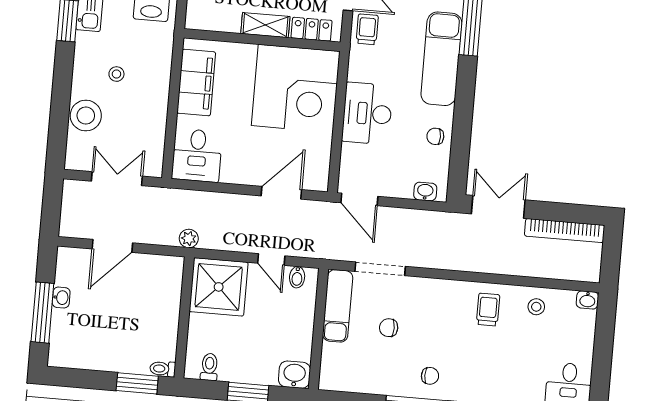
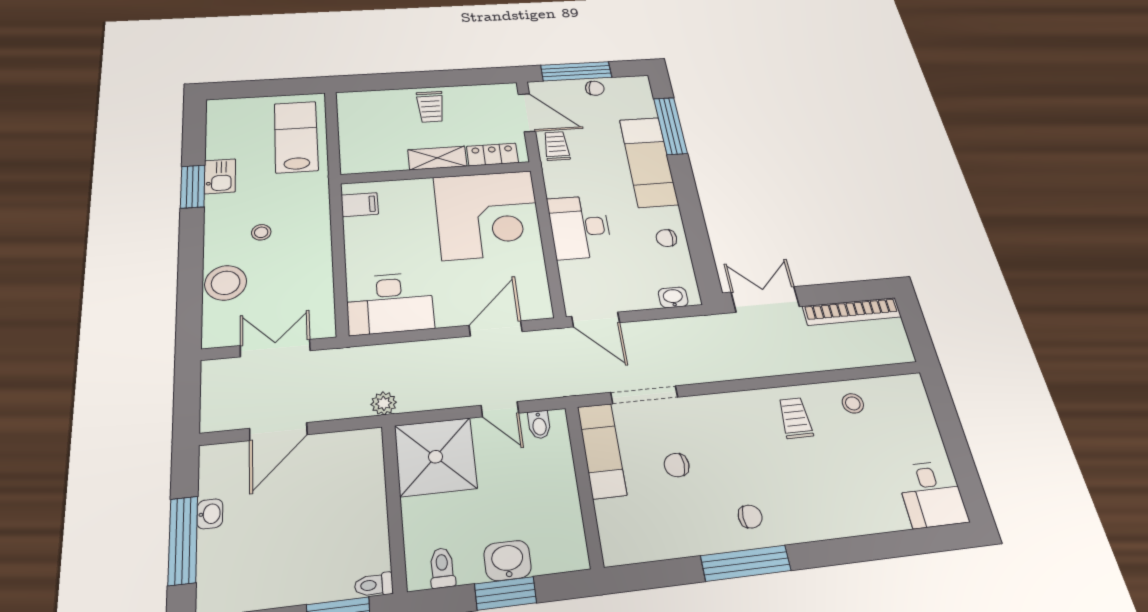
filing cabinet: (196, 83) -> (360, 205), width x0.33, depth x0.86
desk: (197, 155) -> (390, 303), width x1.37
washbasin: (587, 300) -> (910, 384), removed
washbasin: (294, 375) -> (508, 561), moved

